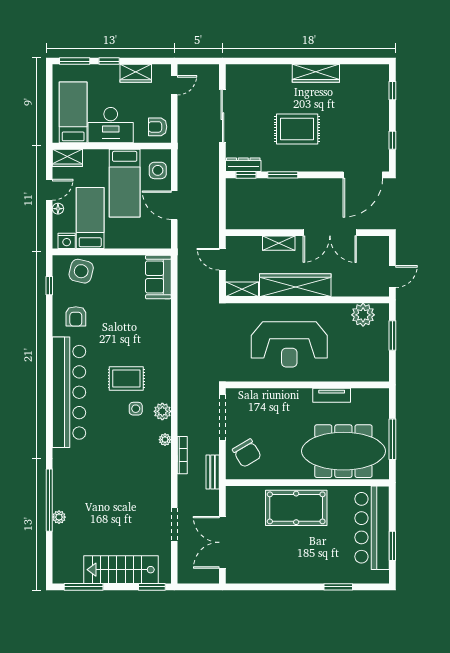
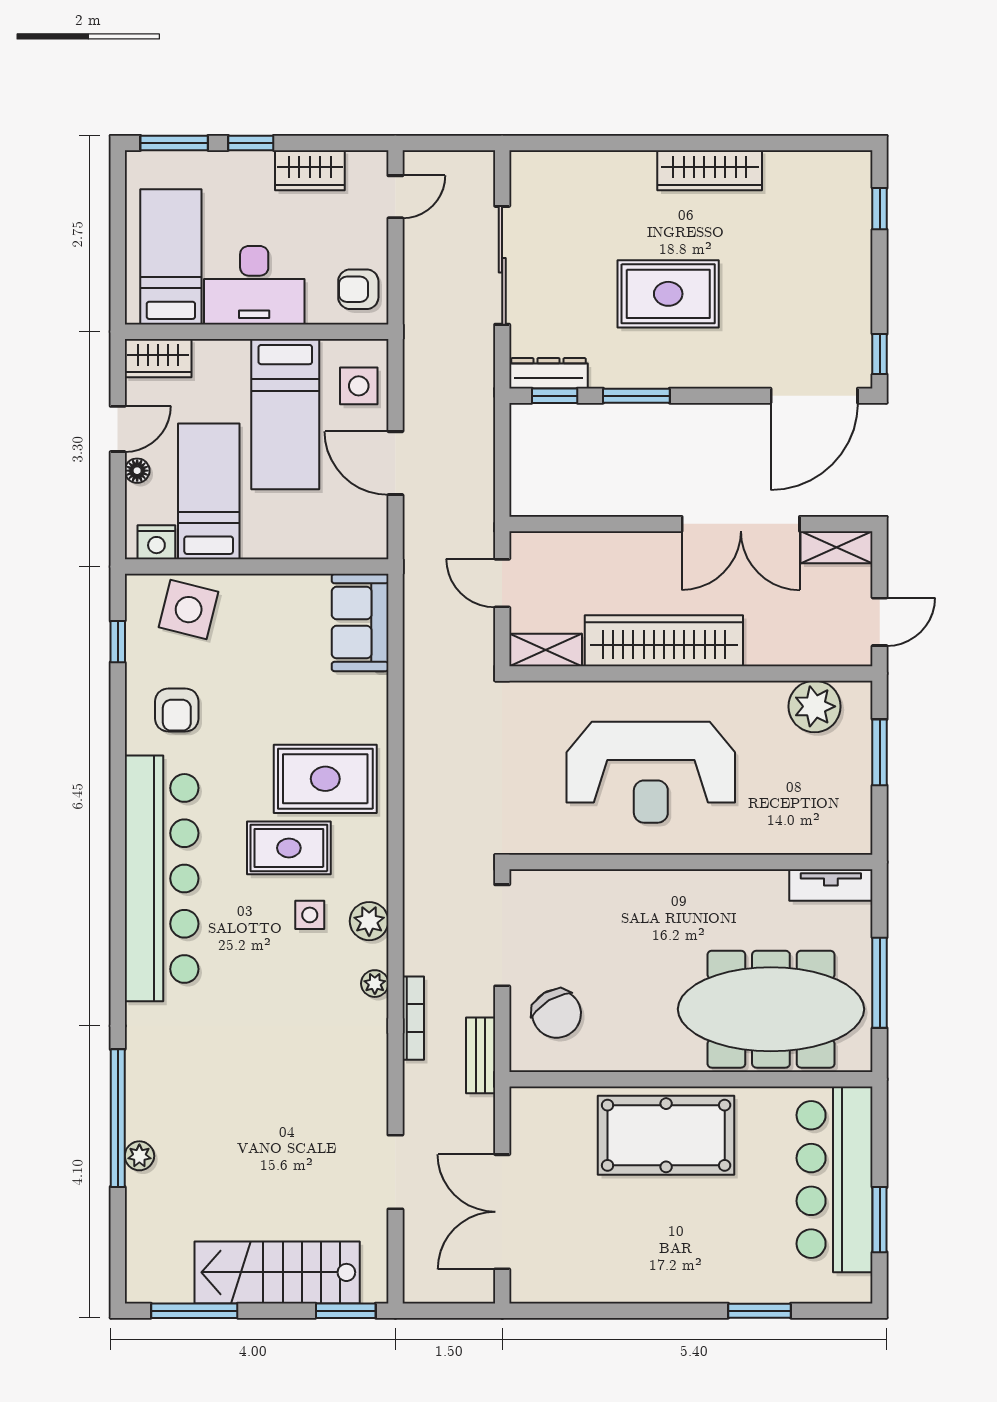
window: (392, 140) -> (880, 354), moved
shelving: (279, 243) -> (837, 547), moved
rug: (143, 347) -> (325, 779), added
tv unit: (332, 395) -> (831, 885), moved

